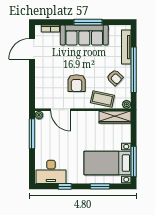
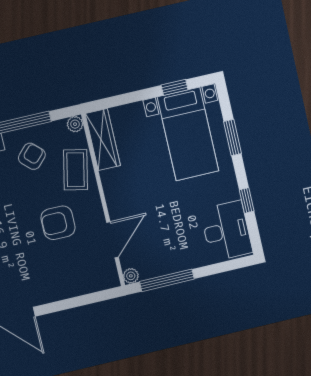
armchair: (77, 83) -> (58, 223), turned 180
window: (134, 162) -> (175, 87), width x0.46

